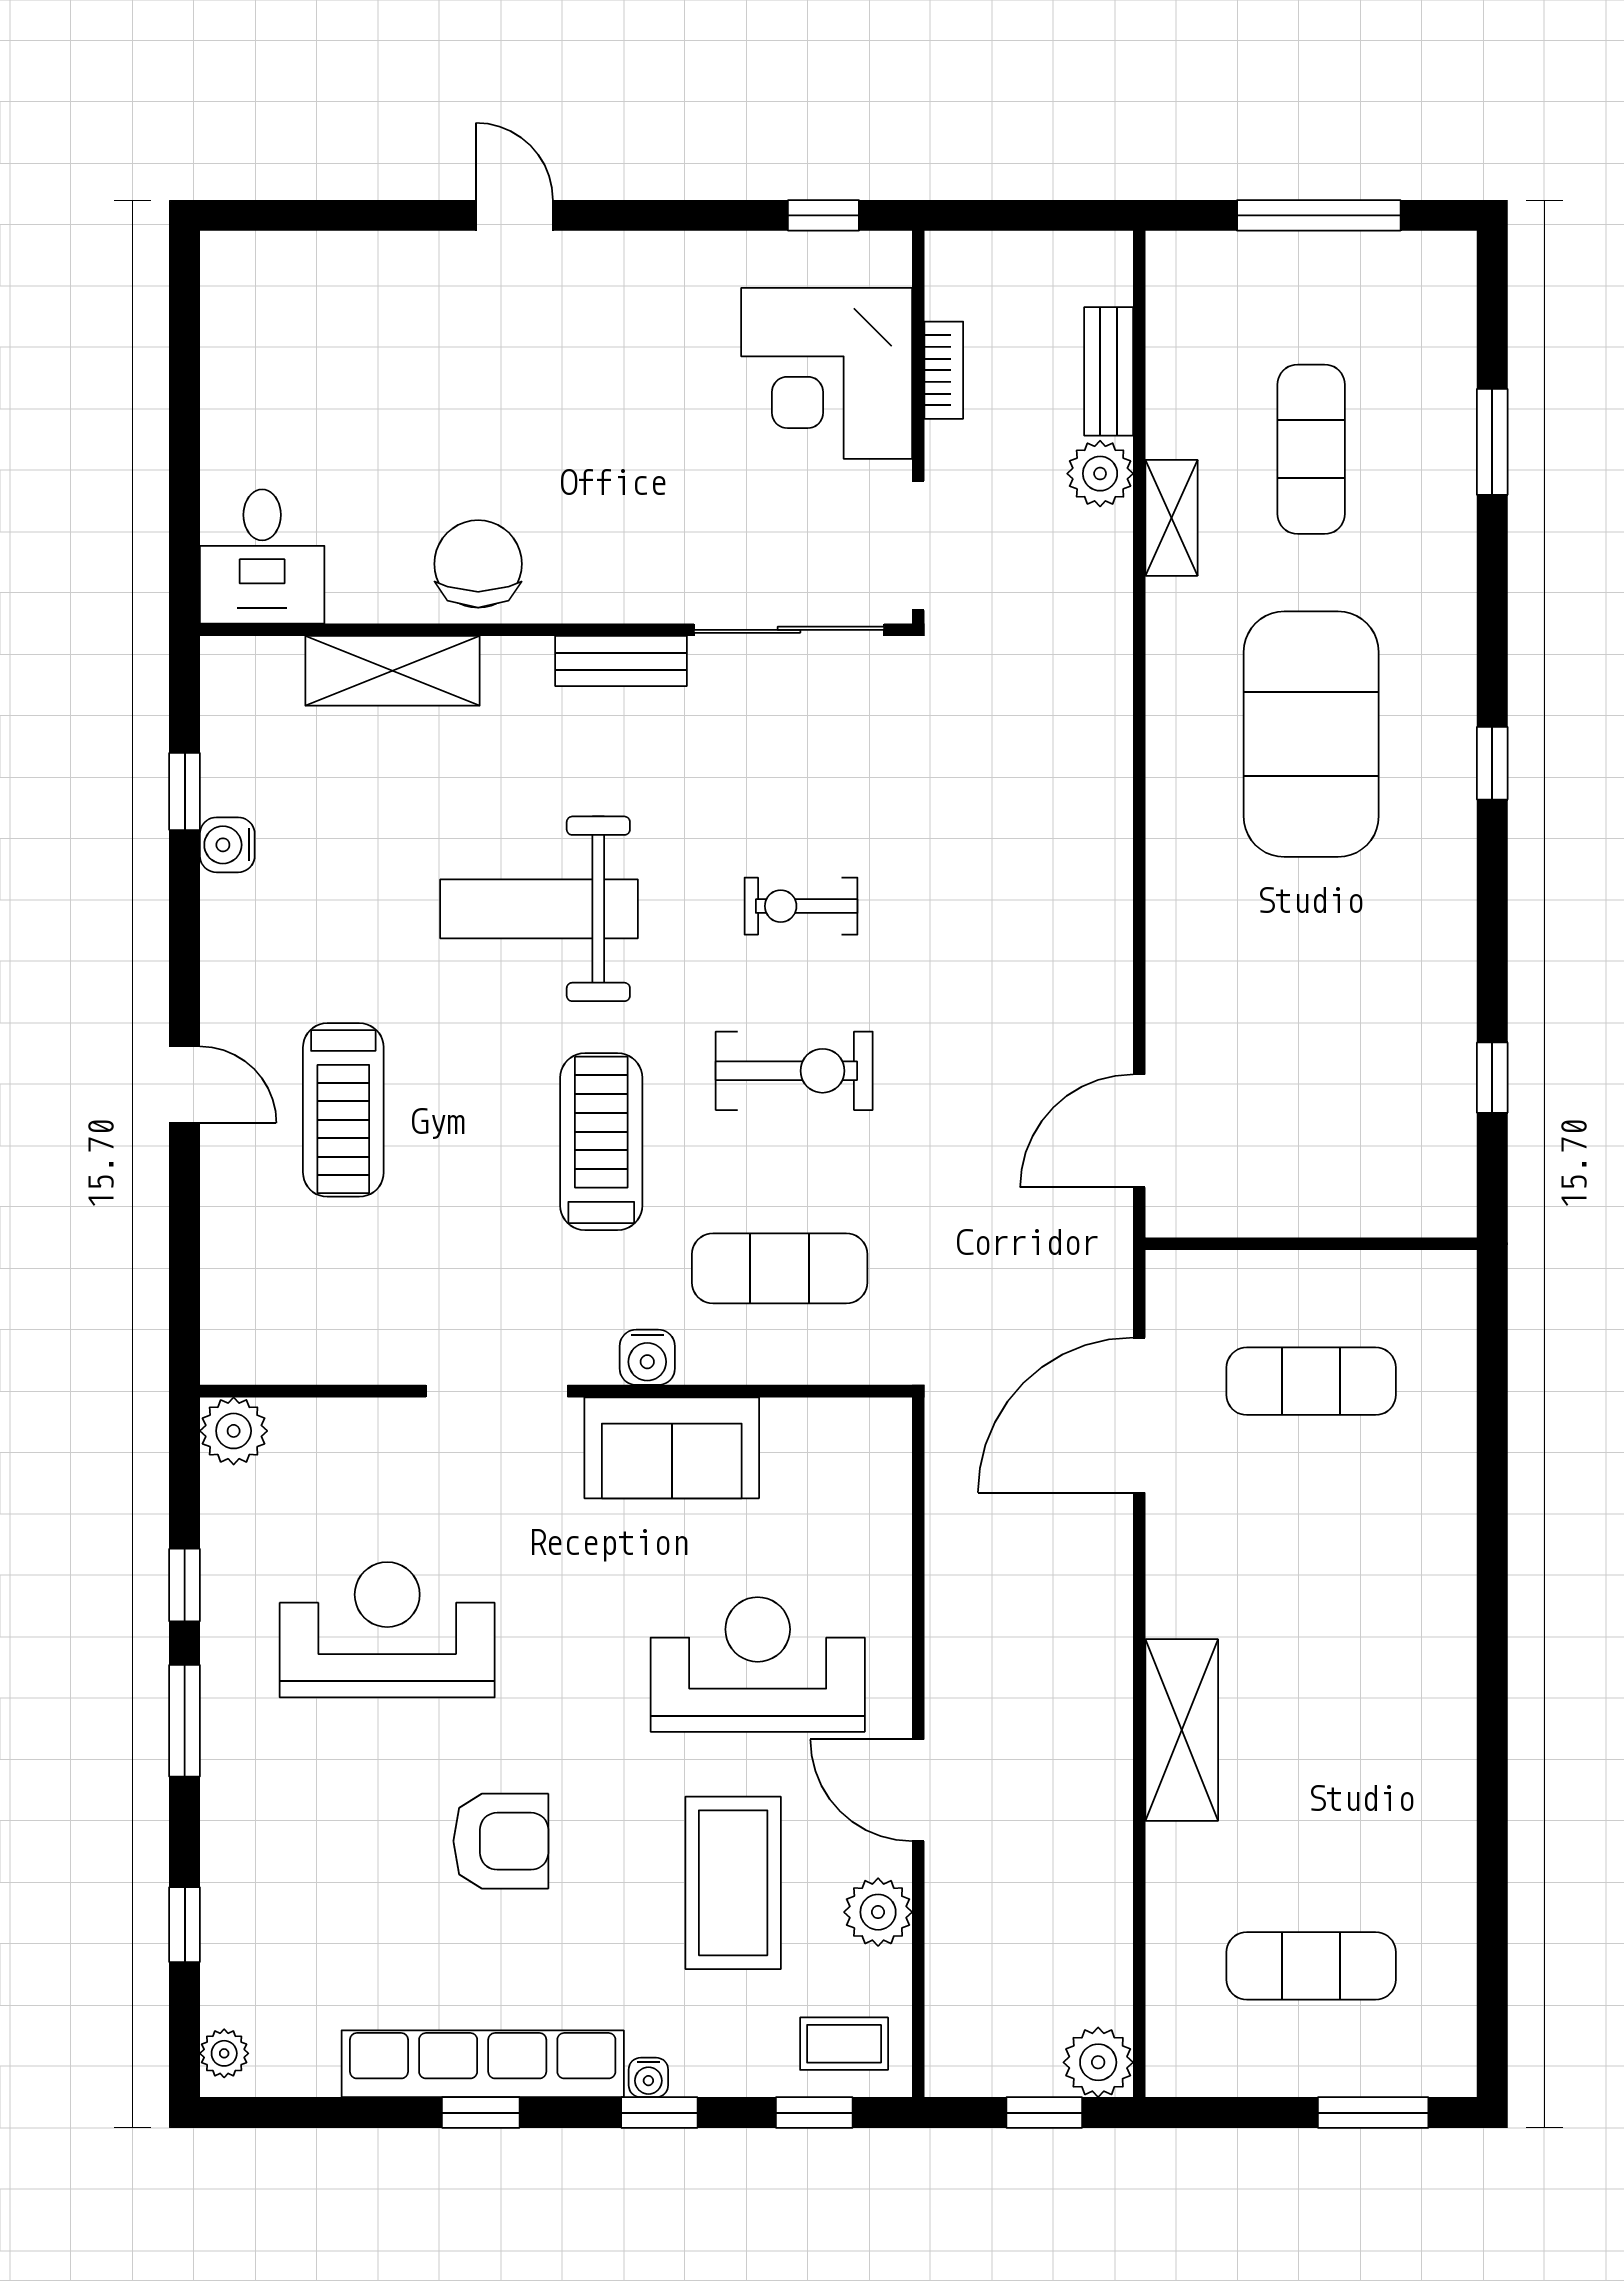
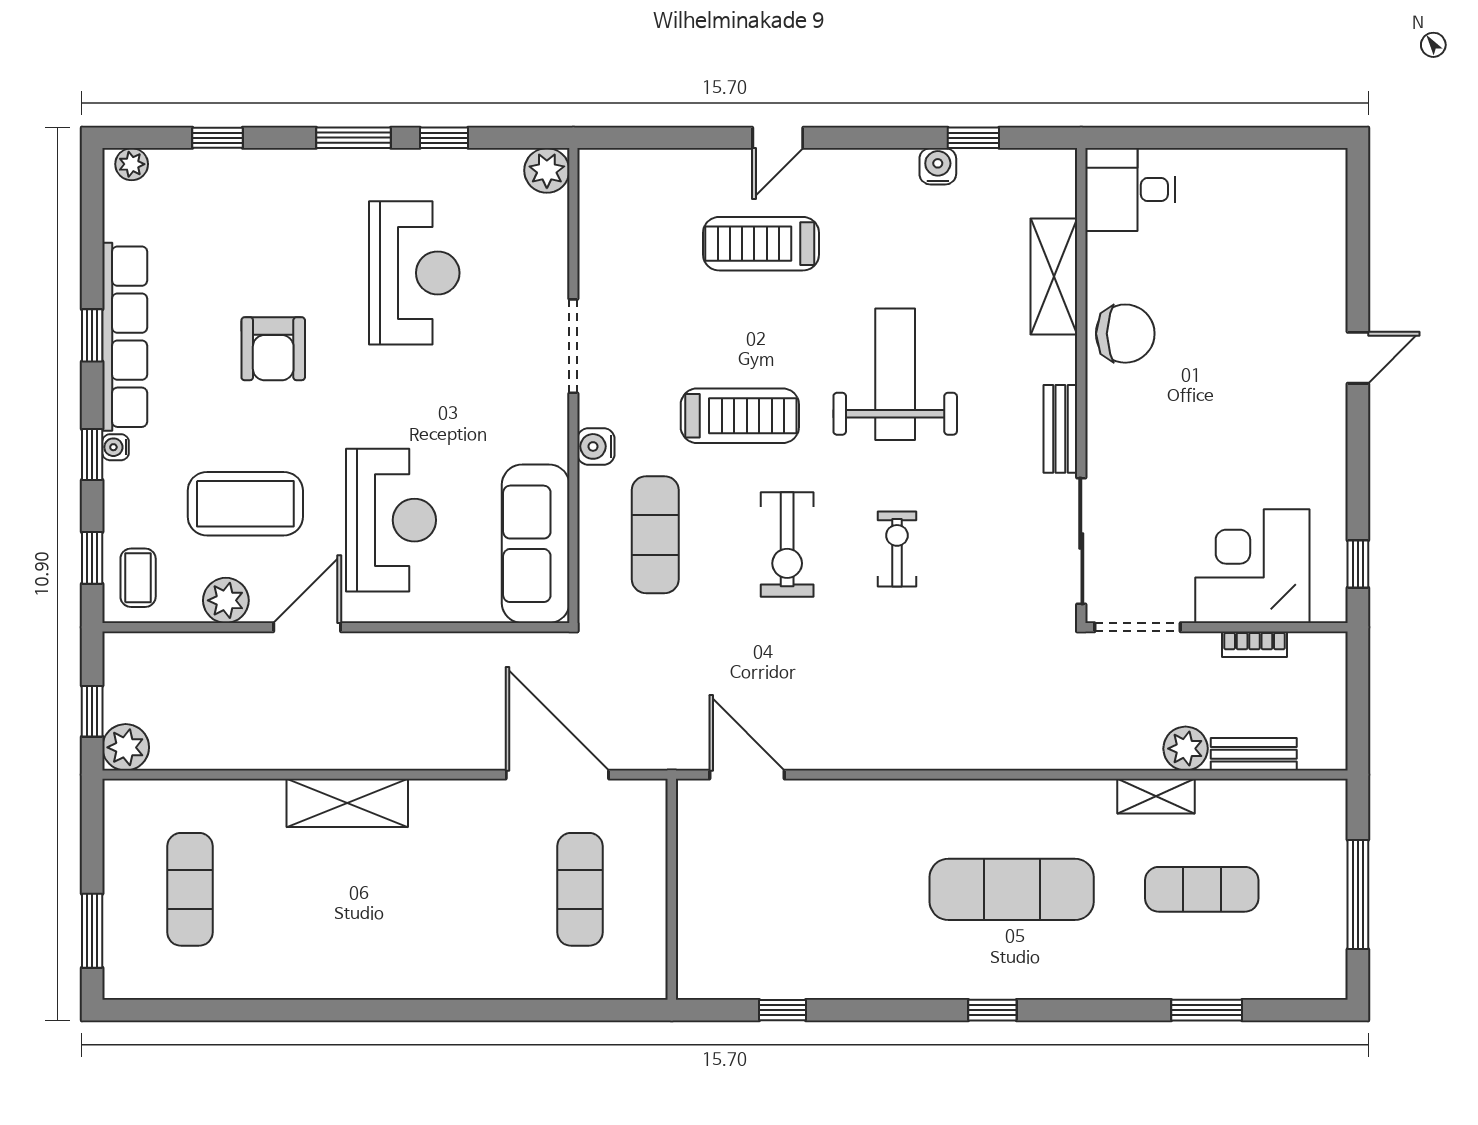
exercise mat: (1311, 734) -> (1012, 889), width x0.68
sofa: (672, 1448) -> (536, 544), moved, width x1.36

